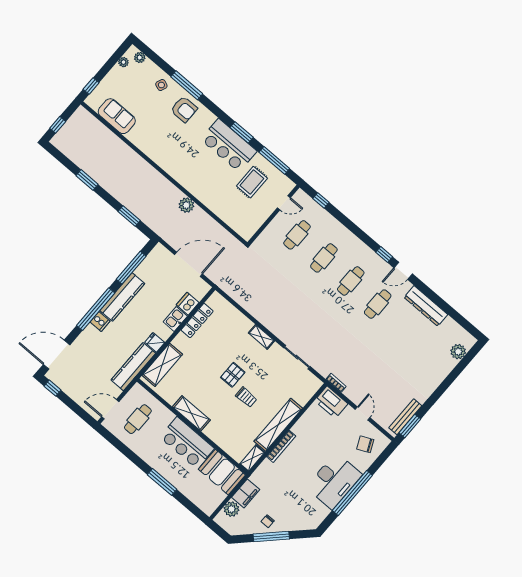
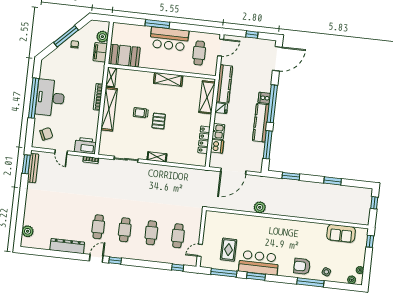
window: (53, 388) -> (252, 35), moved
bar counter: (187, 443) -> (169, 39), moved, turned 180

